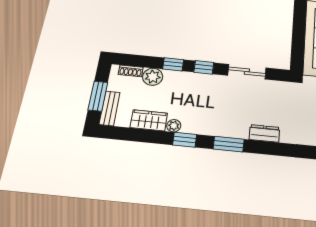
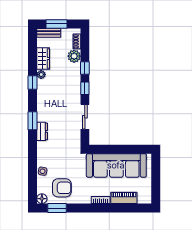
window: (229, 144) -> (33, 121), moved

